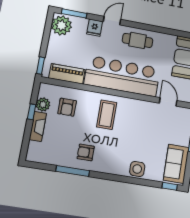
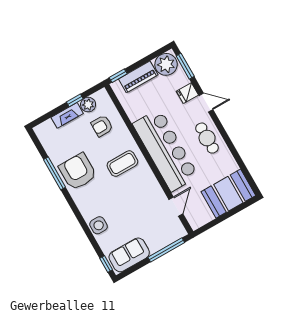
piano: (67, 74) -> (138, 77), moved, turned 90
armchair: (86, 152) -> (78, 172), width x1.88, depth x1.88

